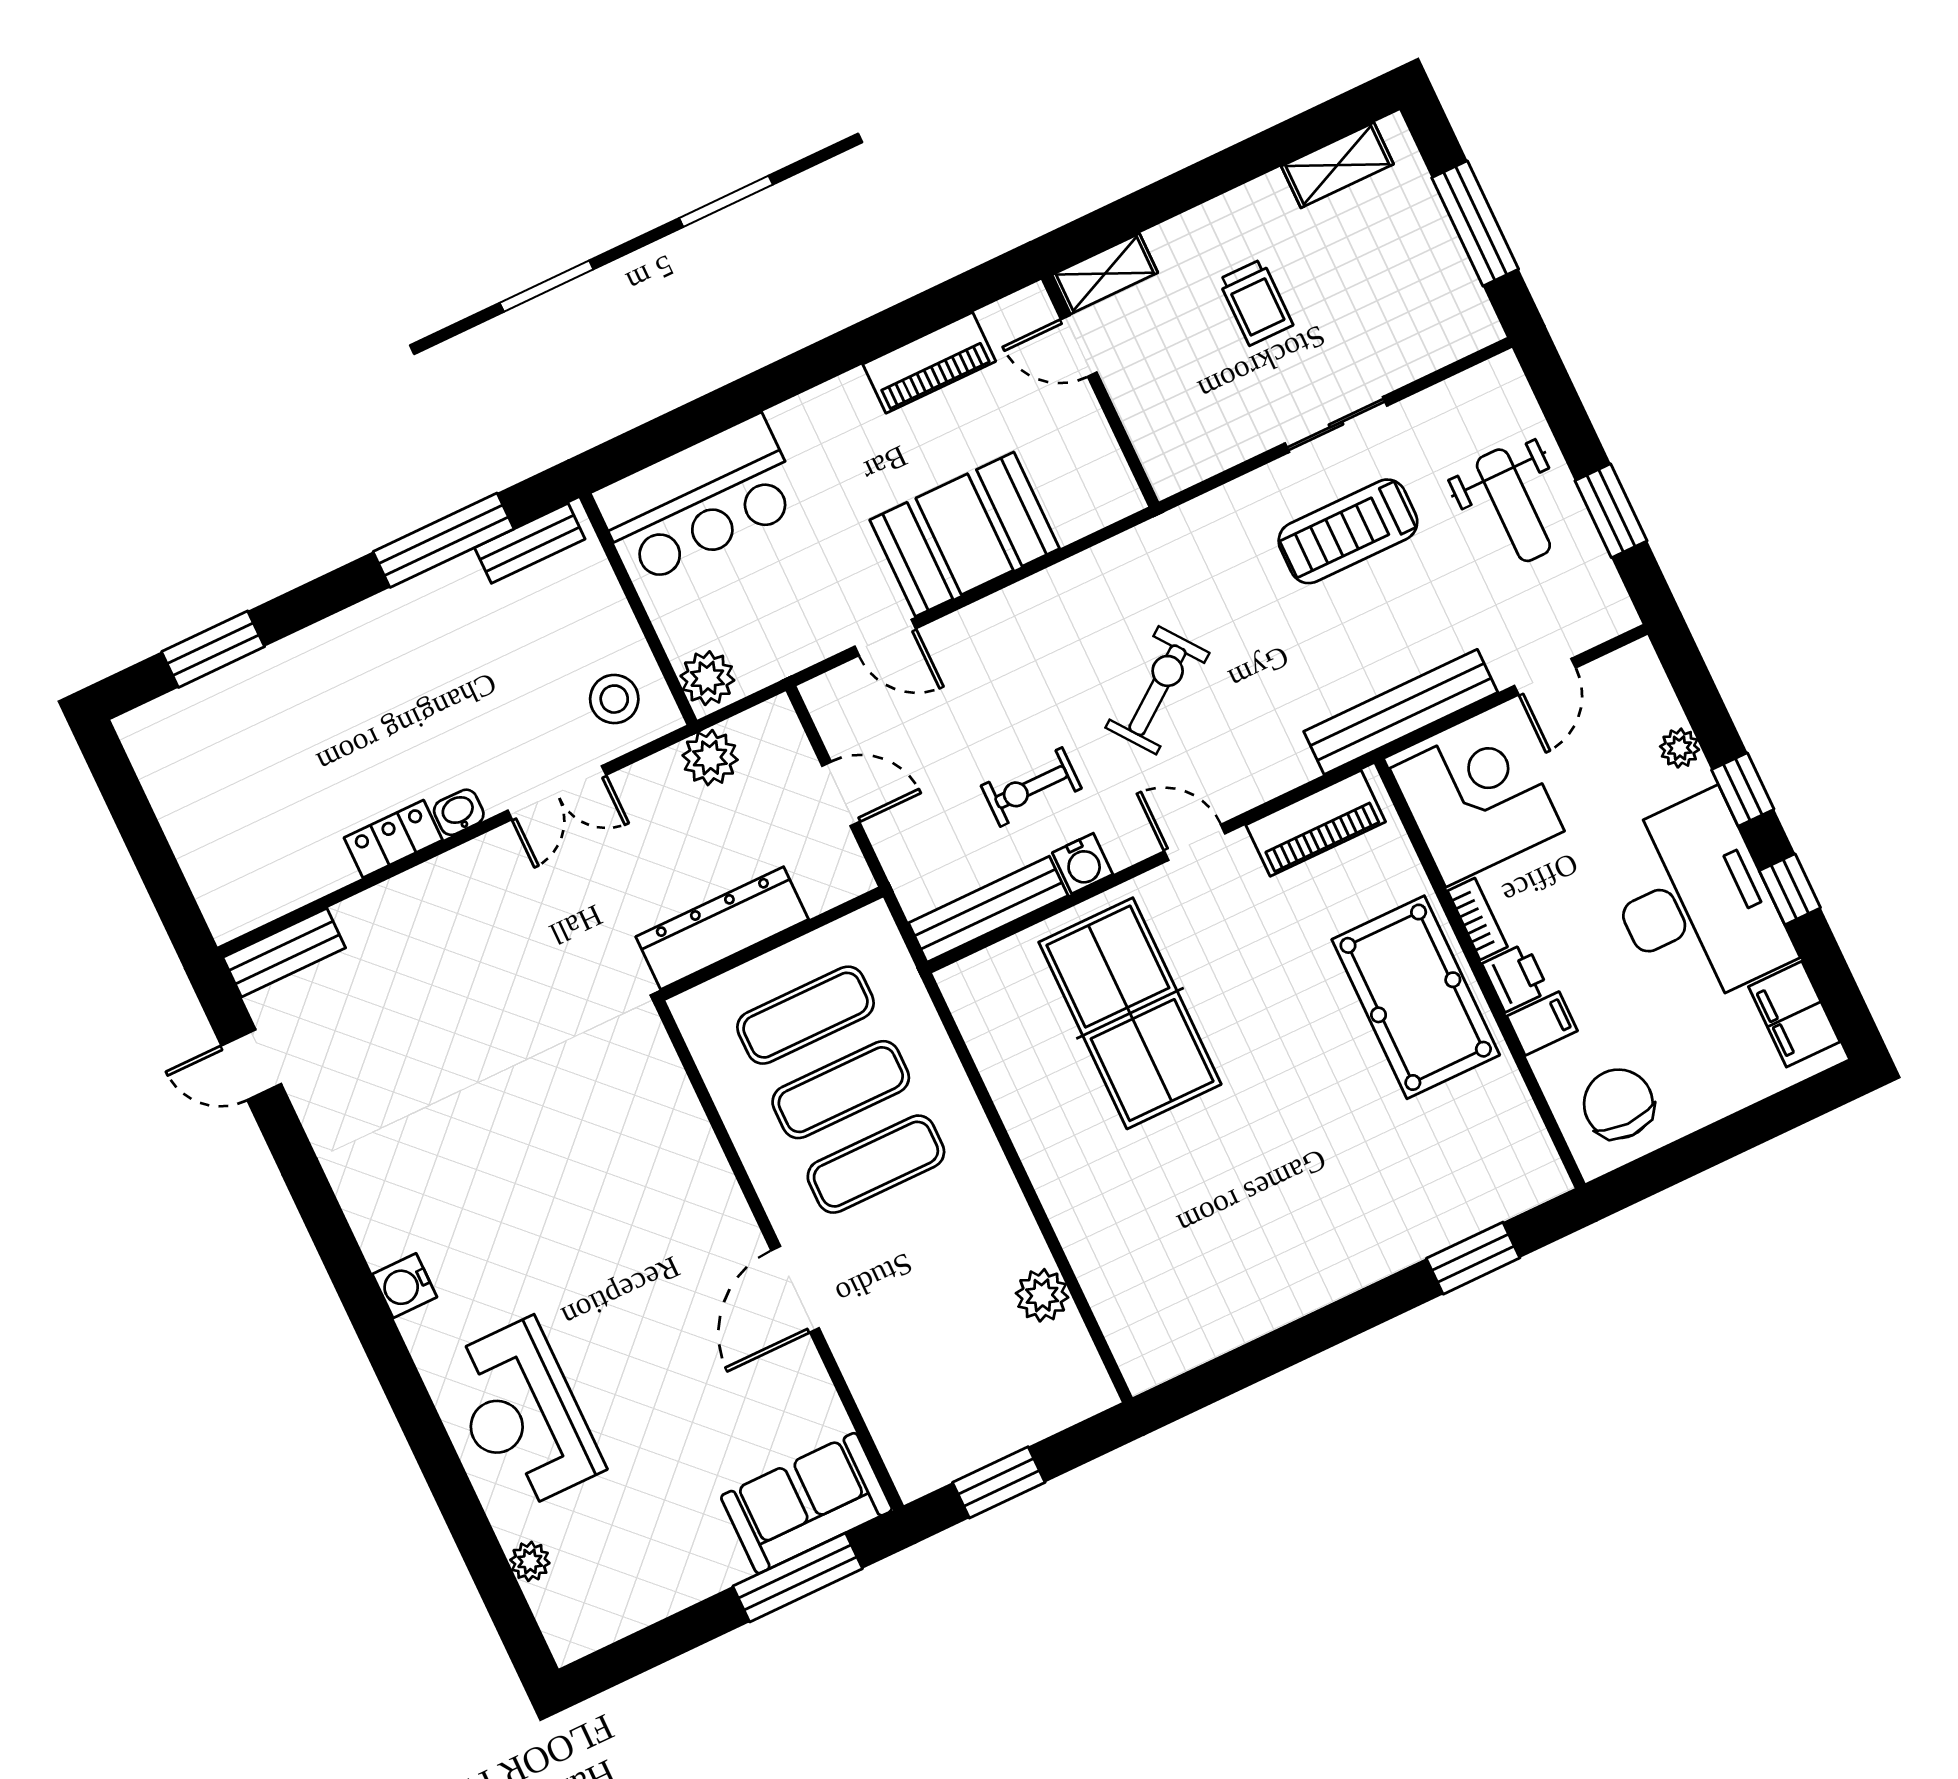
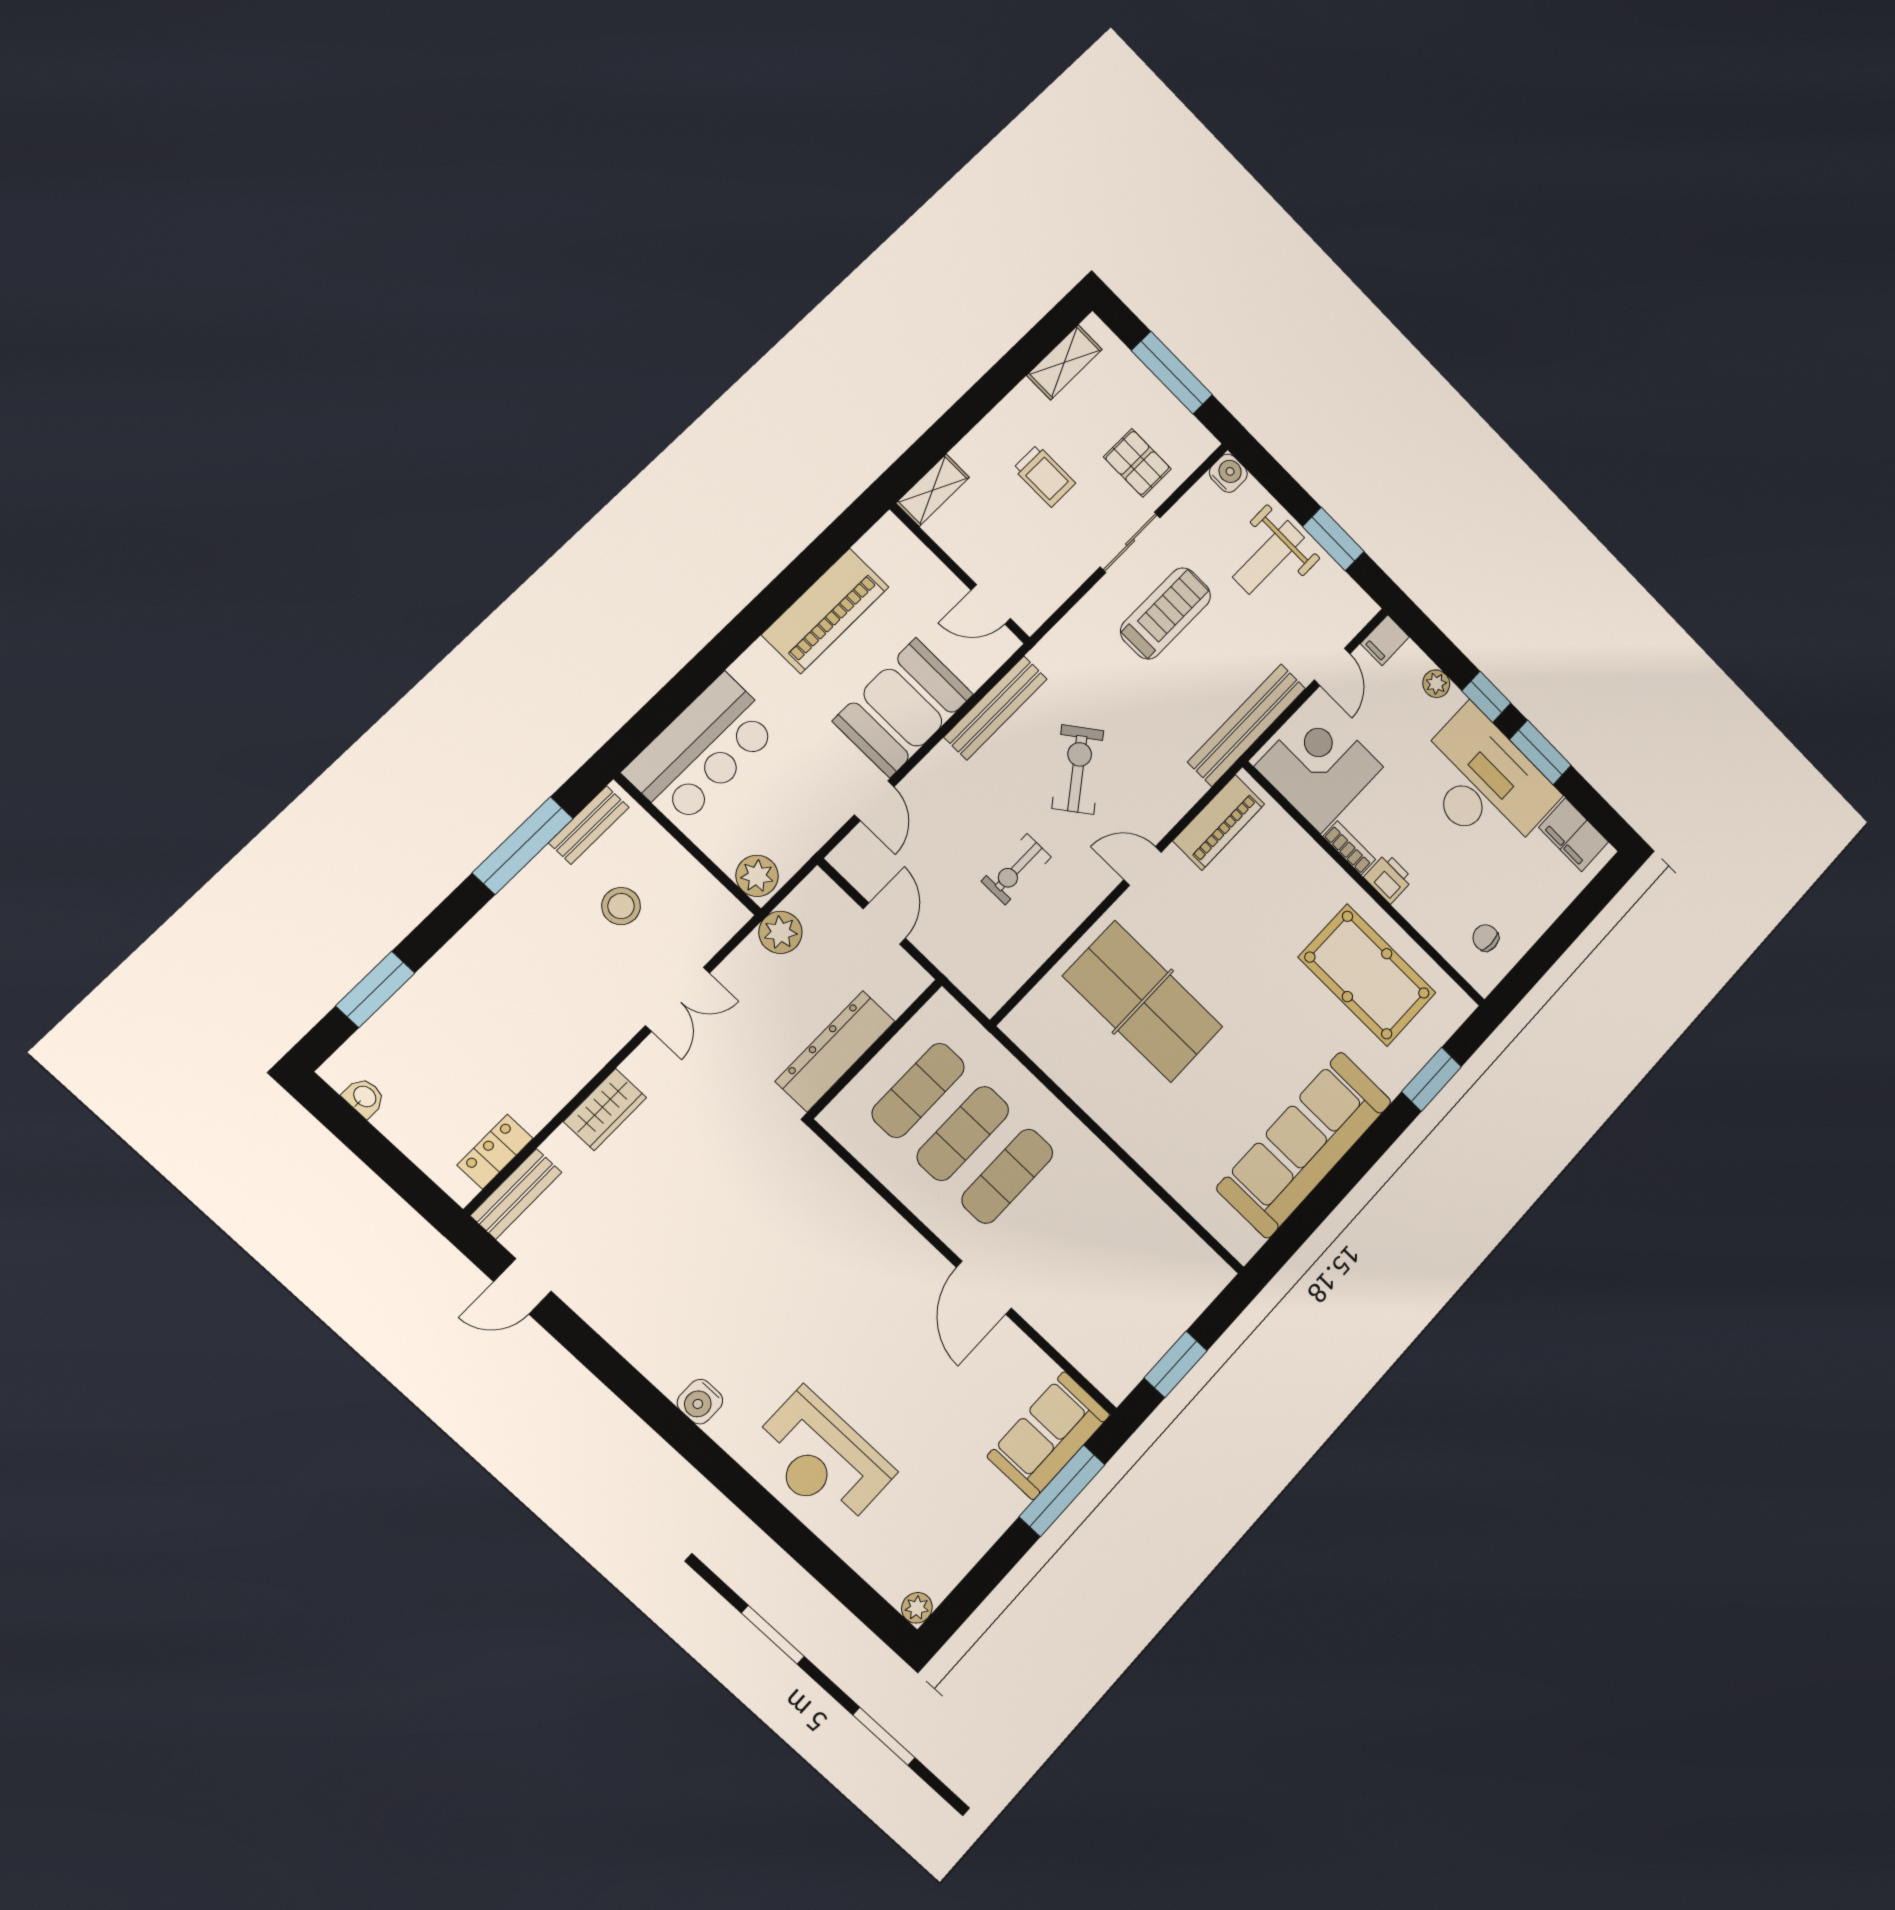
pallet: (1384, 325) -> (1137, 463), added
door: (1079, 346) -> (991, 604), moved
piano: (929, 363) -> (825, 611), width x1.37, depth x1.33
weight bench: (1513, 505) -> (1268, 557), turned 90
treadmill: (1348, 531) -> (1166, 613), turned 180
door: (885, 638) -> (874, 801), hinge flipped
stool: (614, 699) -> (621, 906), moved
door: (841, 794) -> (884, 924), hinge flipped
washbasin: (459, 812) -> (364, 1097), moved, turned 90
locker: (393, 839) -> (495, 1152), moved
water cooler: (1083, 863) -> (1228, 473), moved, turned -90
window: (1790, 889) -> (1540, 752), width x1.50
wardrobe: (423, 893) -> (605, 1110), added
bench: (988, 909) -> (996, 708), moved
pool table: (1416, 997) -> (1367, 975), moved
filing cabinet: (1542, 1024) -> (1385, 640), moved, turned 180
chair: (1618, 1104) -> (1486, 938), width x0.54, depth x0.54
sofa: (1271, 1275) -> (1304, 1145), added
plant: (1042, 1295) -> (1156, 1222), removed
plant: (530, 1561) -> (917, 1608), moved

